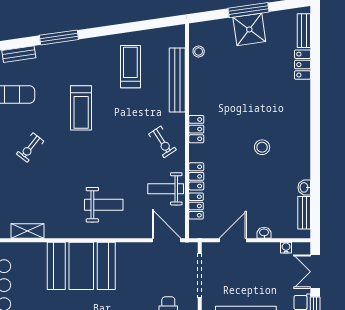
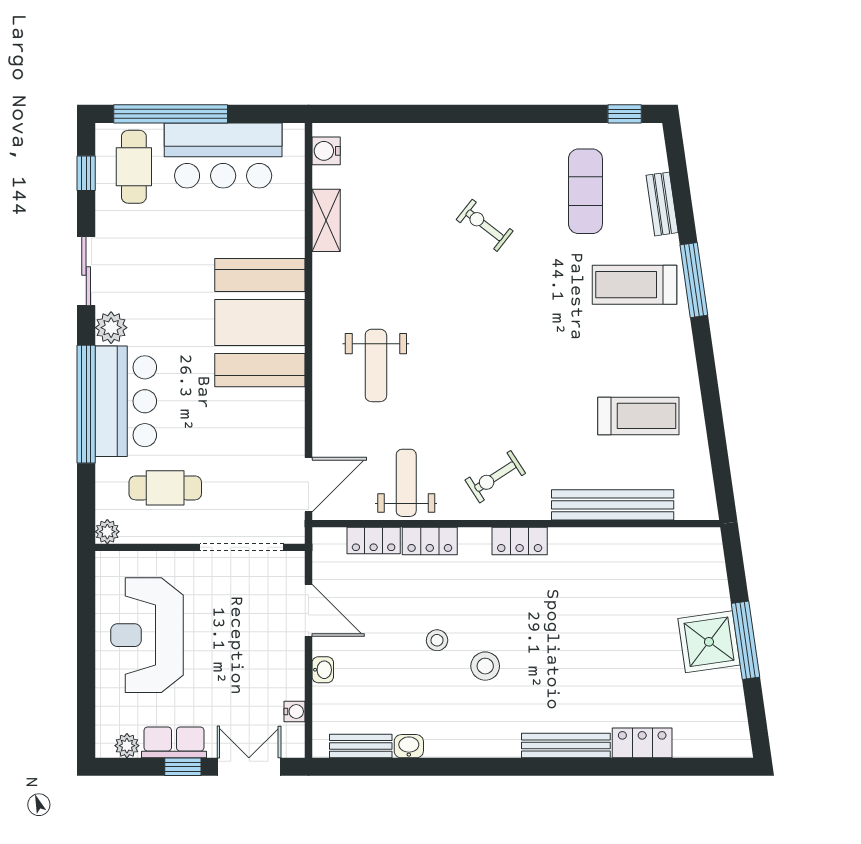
bench: (304, 31) -> (566, 746), moved, width x1.36
stool: (199, 51) -> (437, 640), moved
treadmill: (81, 108) -> (635, 285), moved

